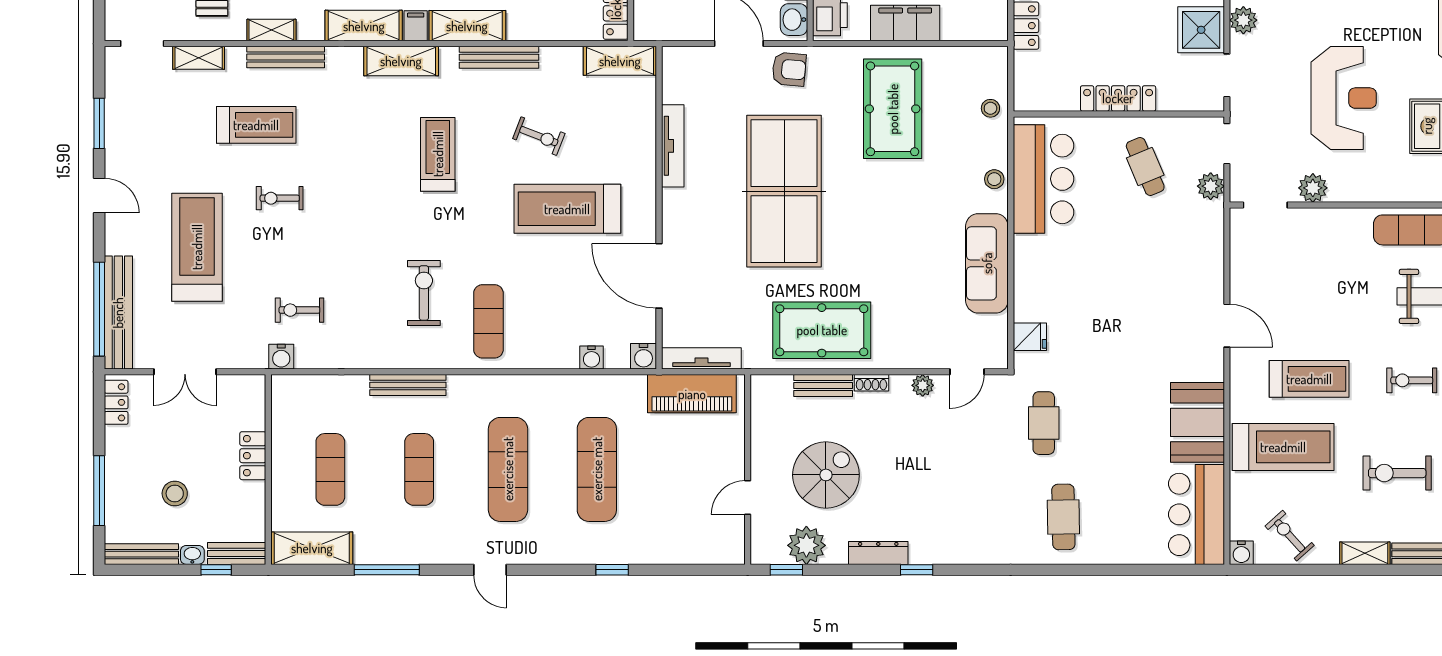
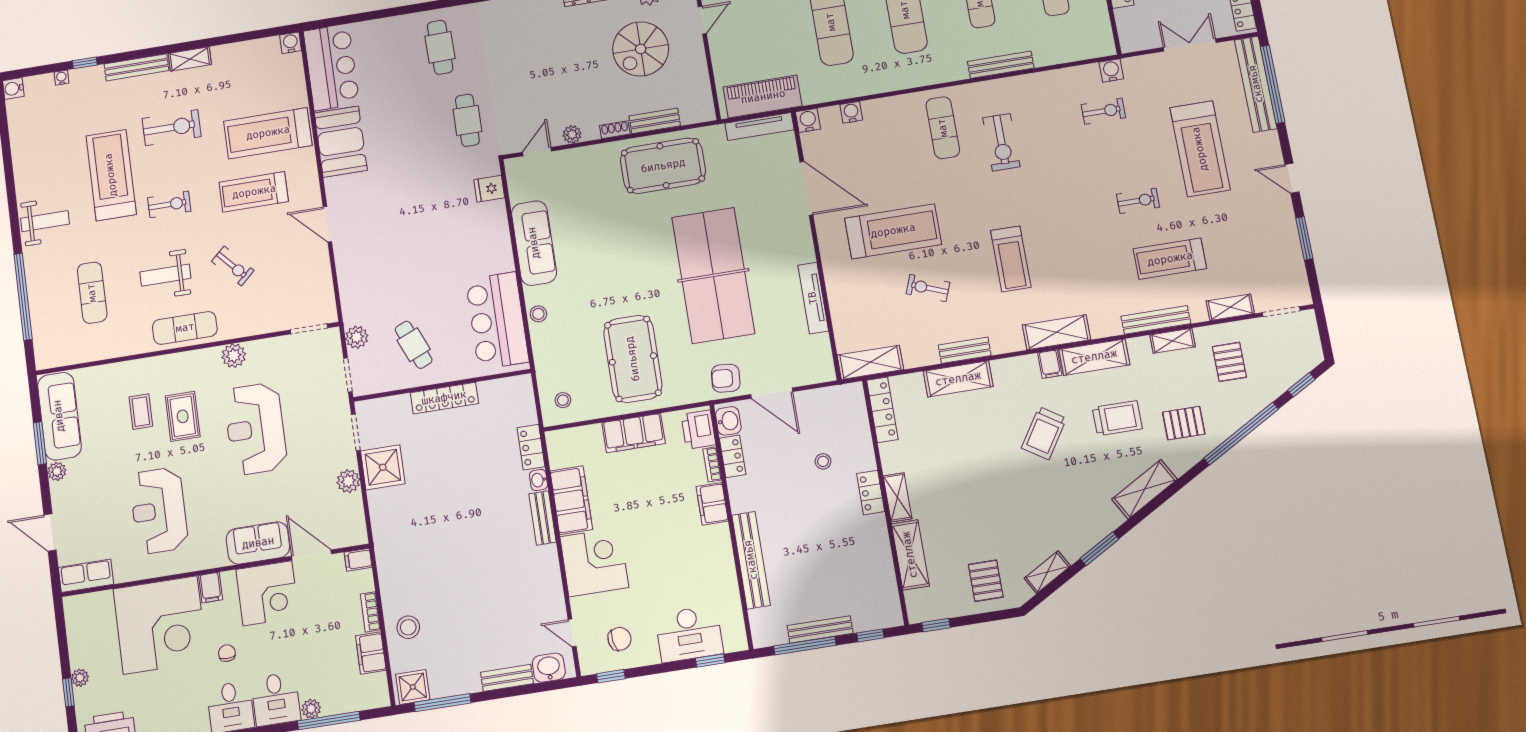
shelving: (467, 26) -> (958, 379), moved
bench: (499, 57) -> (965, 350), width x0.73
stool: (990, 108) -> (563, 400), moved
plant: (1313, 188) -> (234, 356), moved
exercise bike: (1290, 536) -> (233, 266), moved

